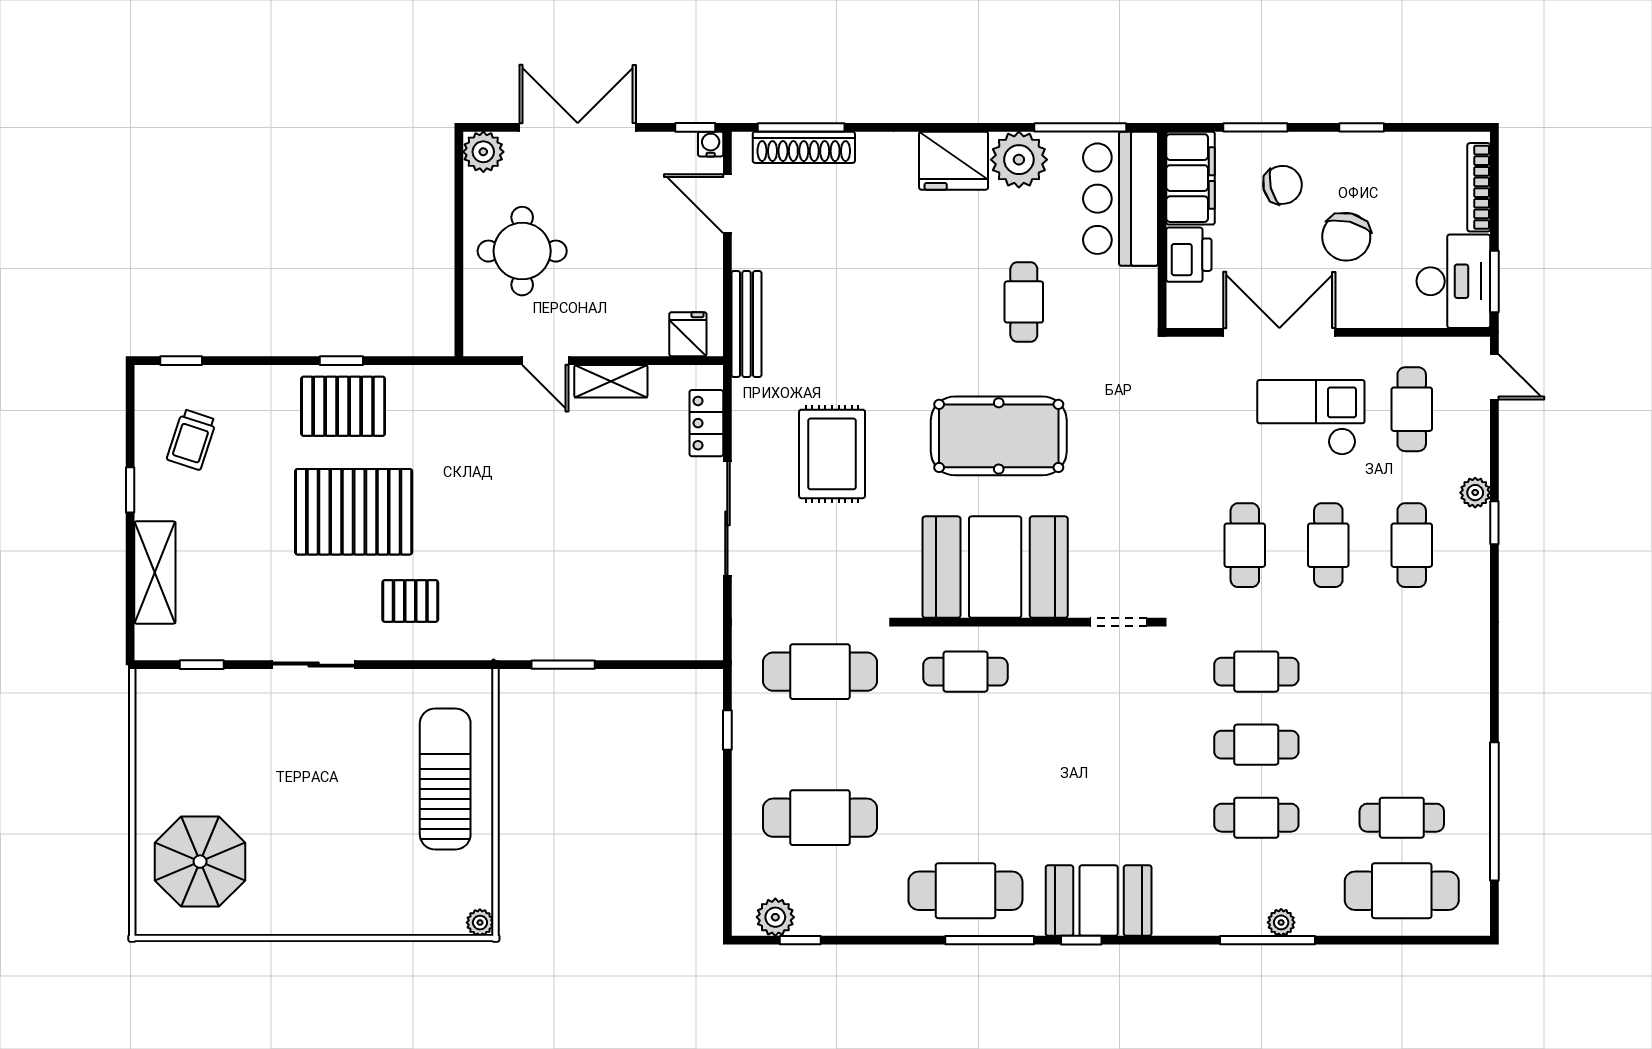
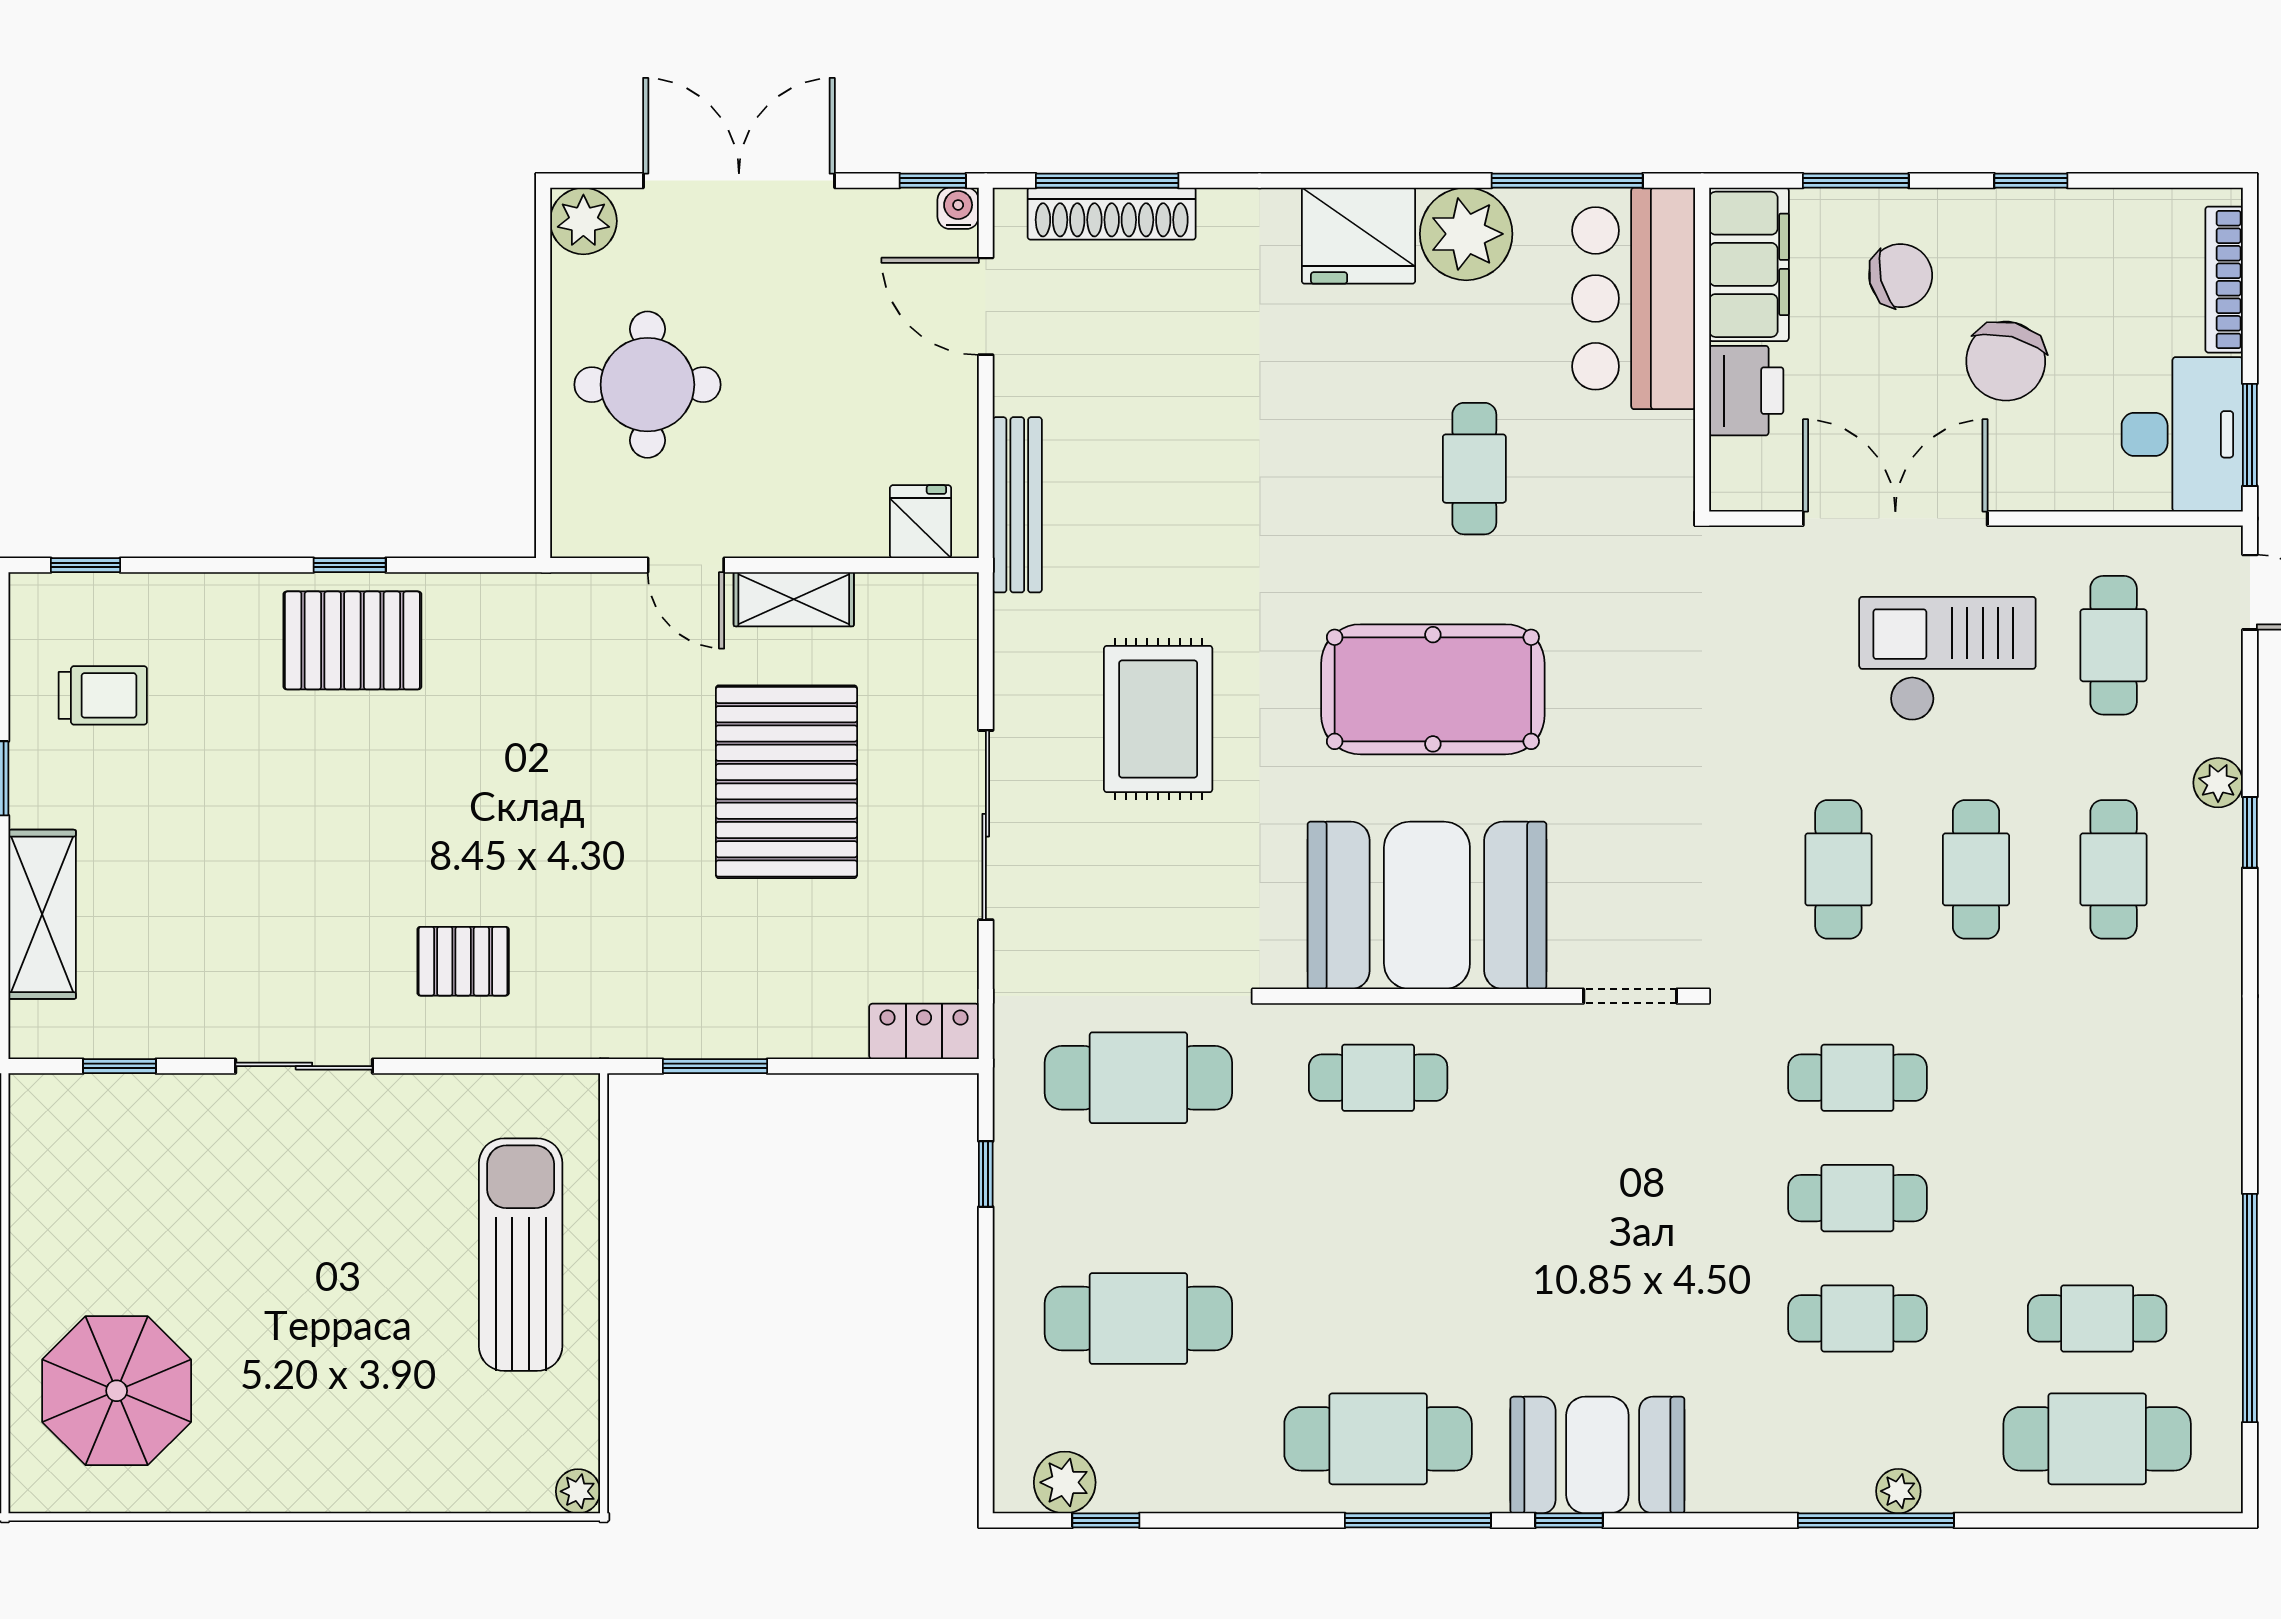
locker: (706, 423) -> (924, 1031), moved, turned 90
trolley: (192, 440) -> (103, 695), turned -108
pallet: (354, 512) -> (786, 782), moved, turned 90

